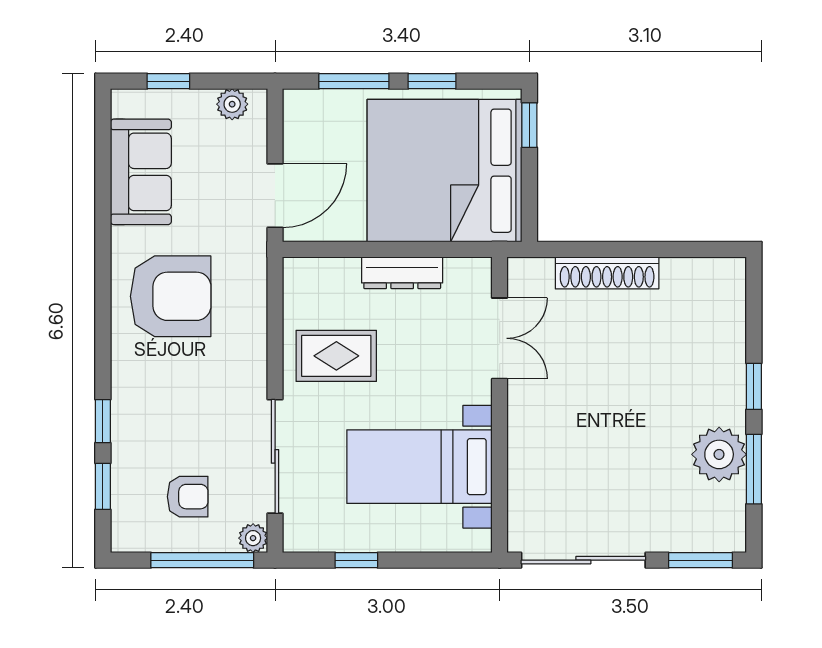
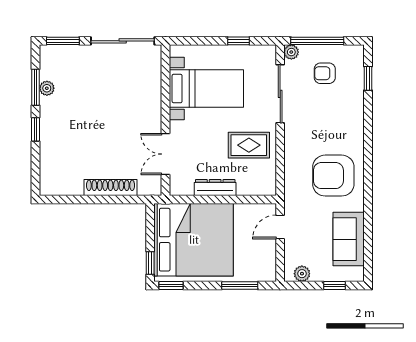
window: (432, 81) -> (171, 285), moved
door: (275, 196) -> (280, 227), width x0.73
window: (103, 421) -> (368, 112), removed
plant: (719, 454) -> (47, 88), width x0.53, depth x0.53

